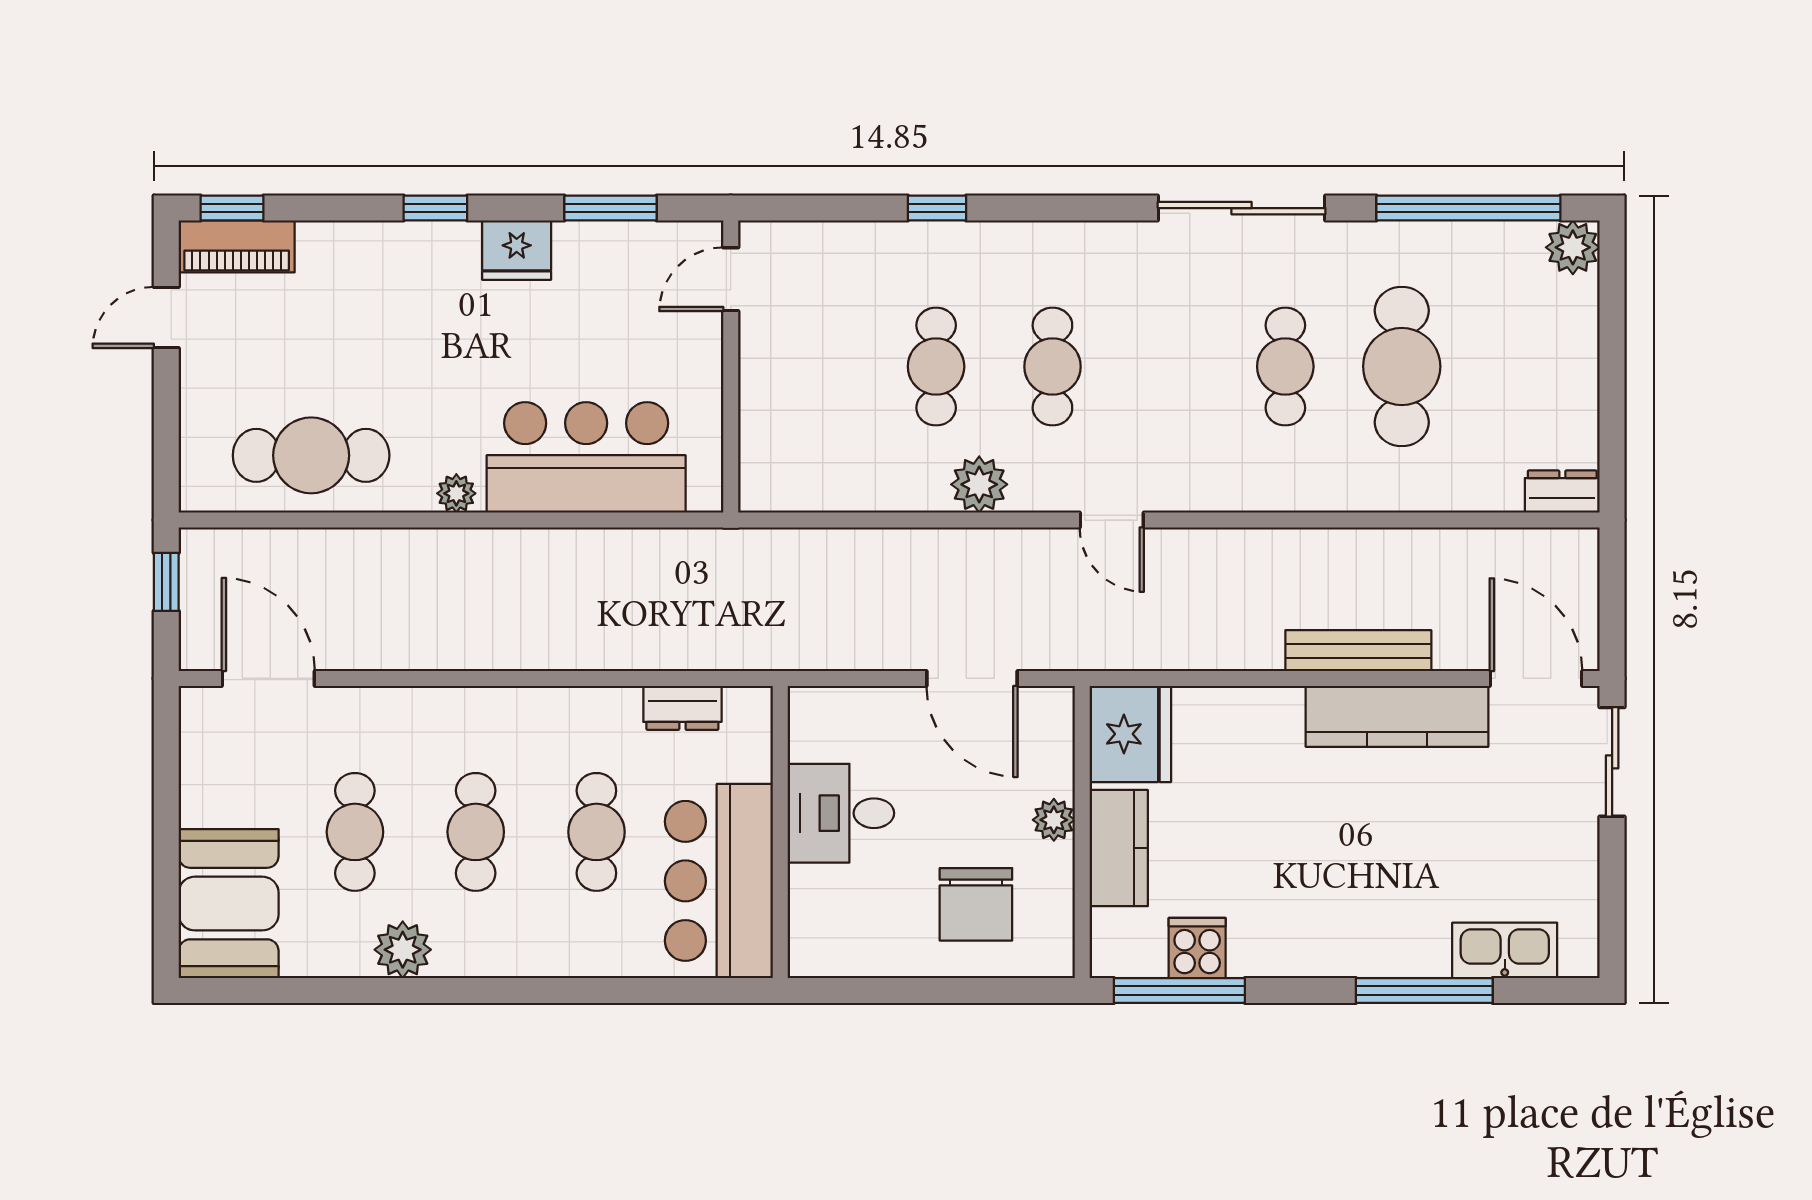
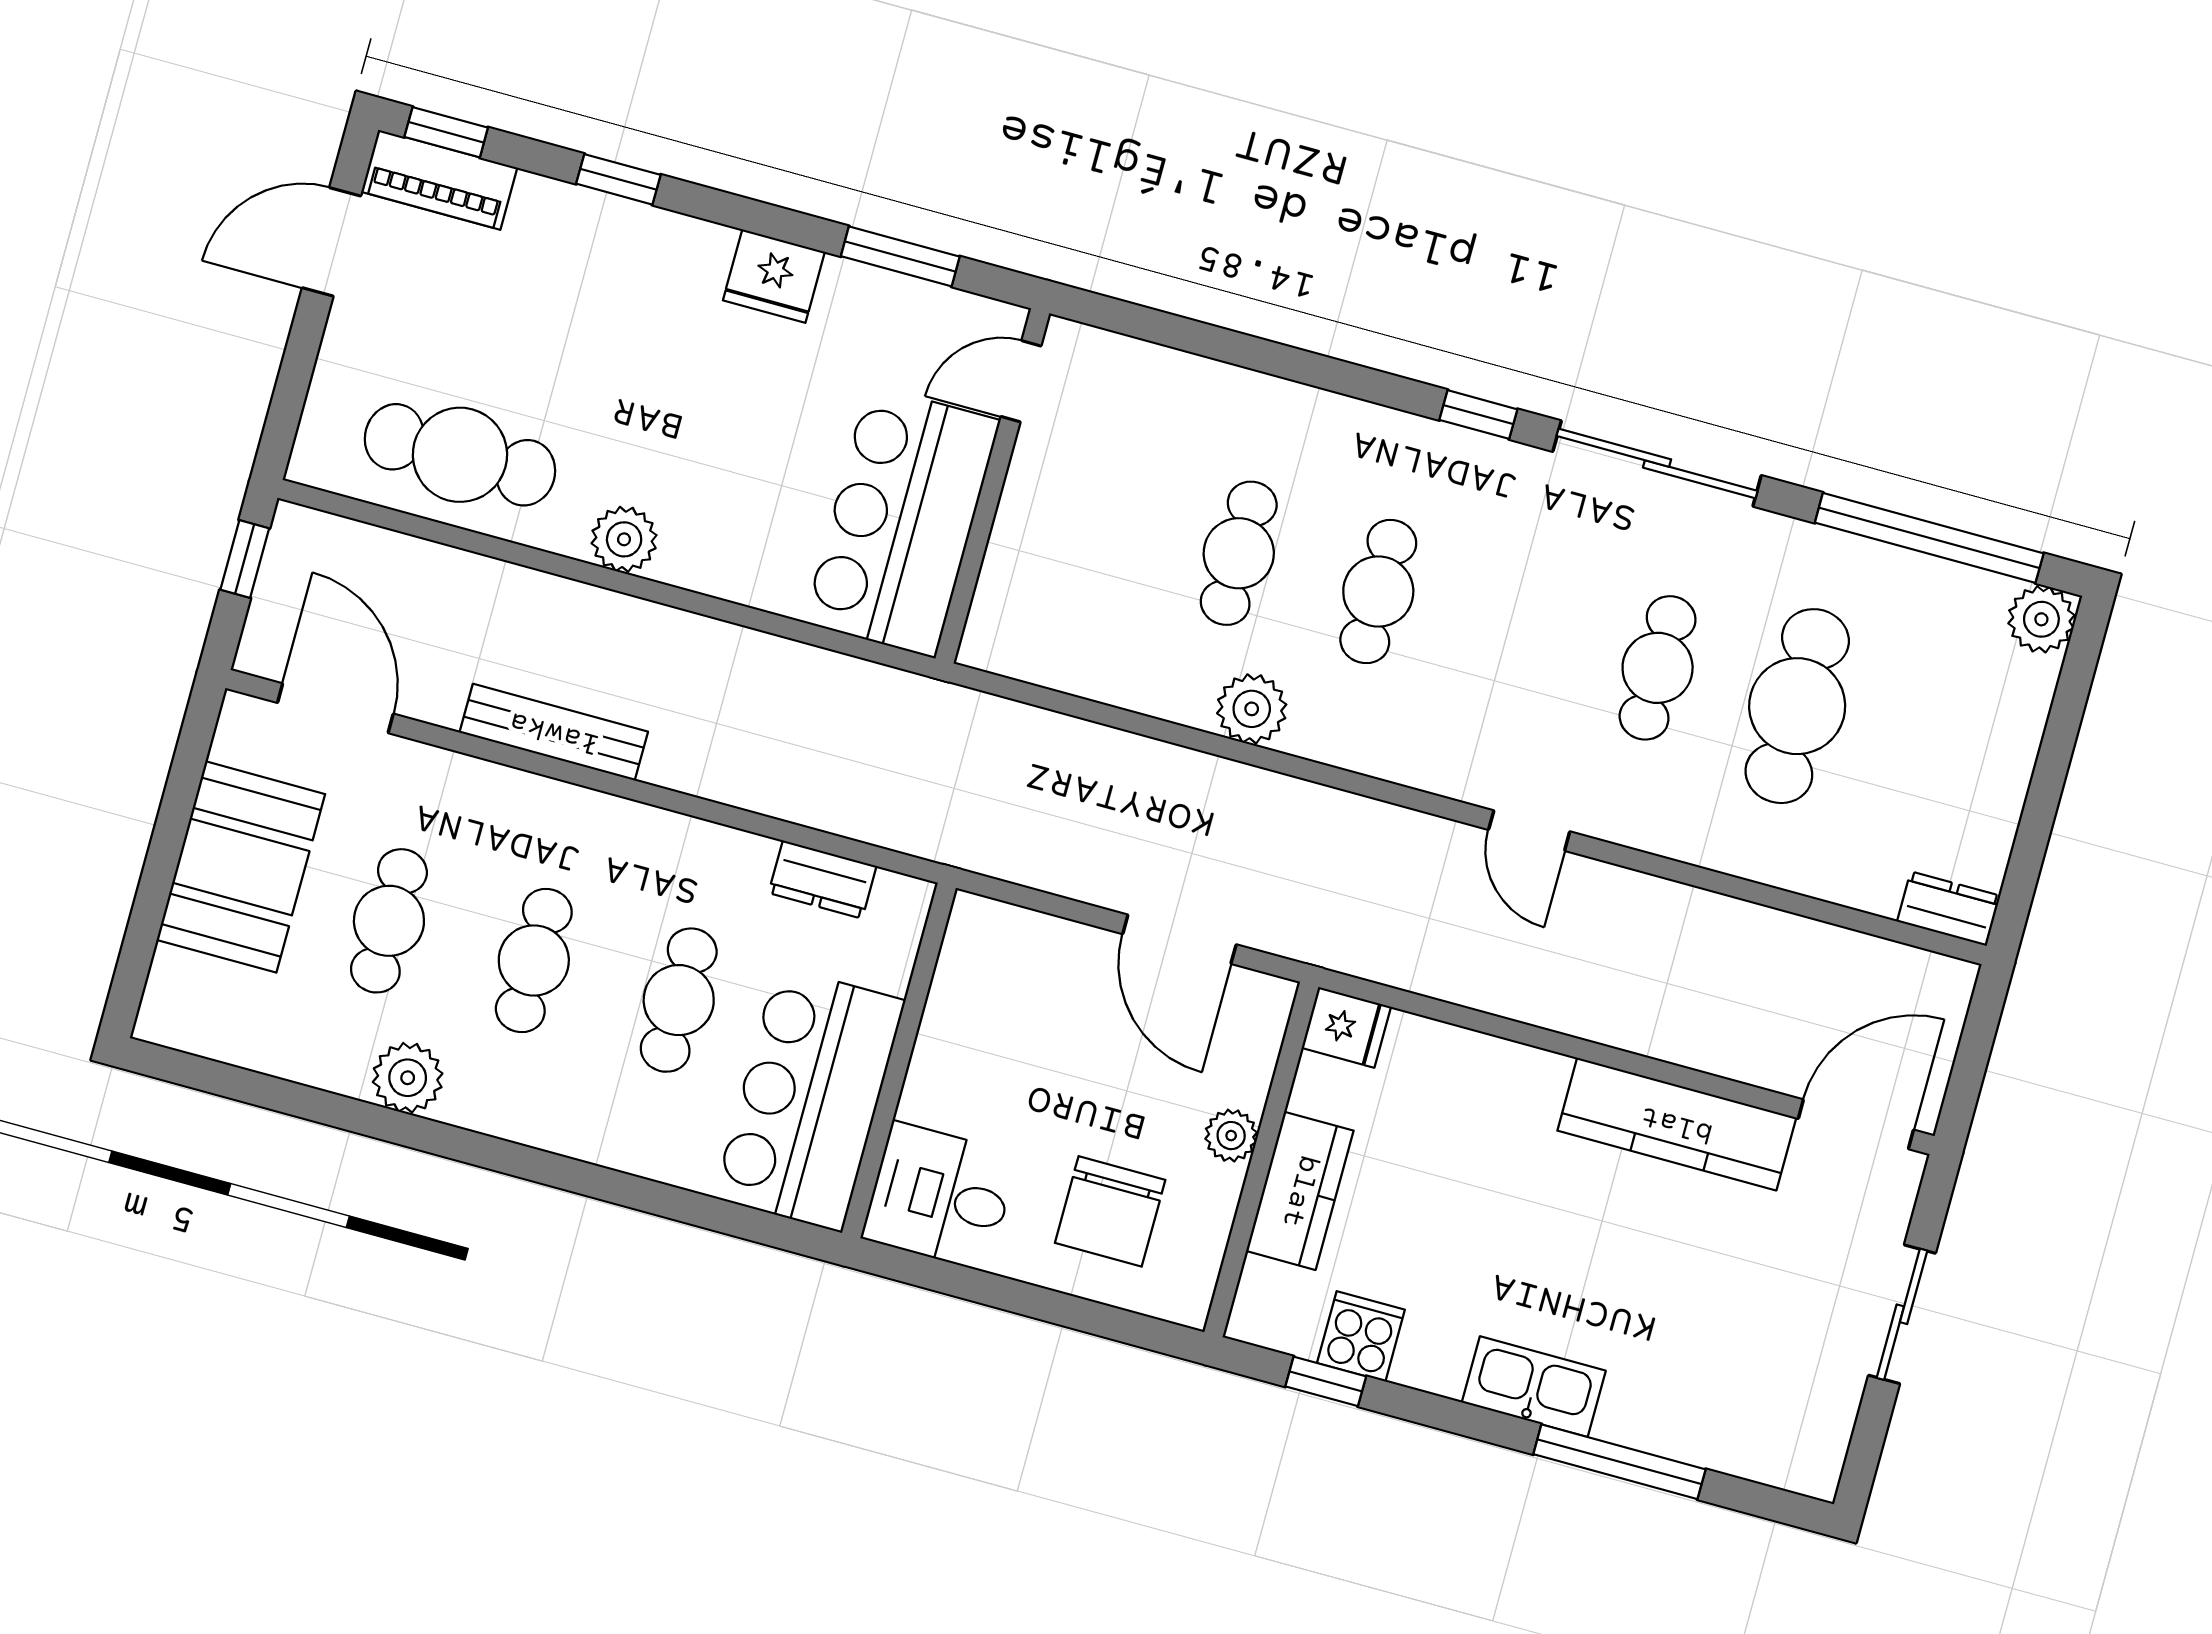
window: (435, 208) -> (618, 179), moved
window: (937, 208) -> (1478, 415), moved
door: (166, 317) -> (331, 242), width x1.38
bar counter: (586, 457) -> (902, 521), moved, turned -90
plant: (456, 493) -> (624, 539), width x1.38, depth x1.38
door: (1112, 520) -> (1529, 831), moved
bench: (1358, 651) -> (554, 732), moved
door: (1536, 678) -> (1856, 1124), hinge flipped
fridge: (1130, 734) -> (1346, 1027), width x0.53, depth x0.75
sliding door: (1612, 762) -> (1902, 1314), moved
desk: (841, 813) -> (940, 1196), moved
booth: (229, 904) -> (241, 867), moved
kitchen sink: (1505, 950) -> (1534, 1387), moved
window: (1179, 990) -> (1326, 1381), width x0.46

